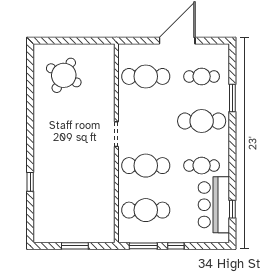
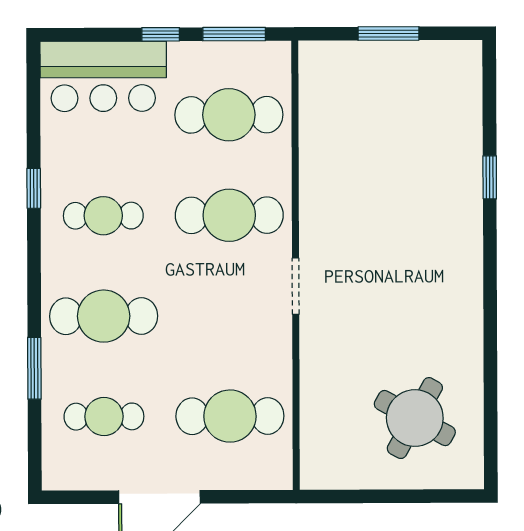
bar counter: (214, 205) -> (103, 76), moved, turned 90
window: (232, 209) -> (34, 188), moved

